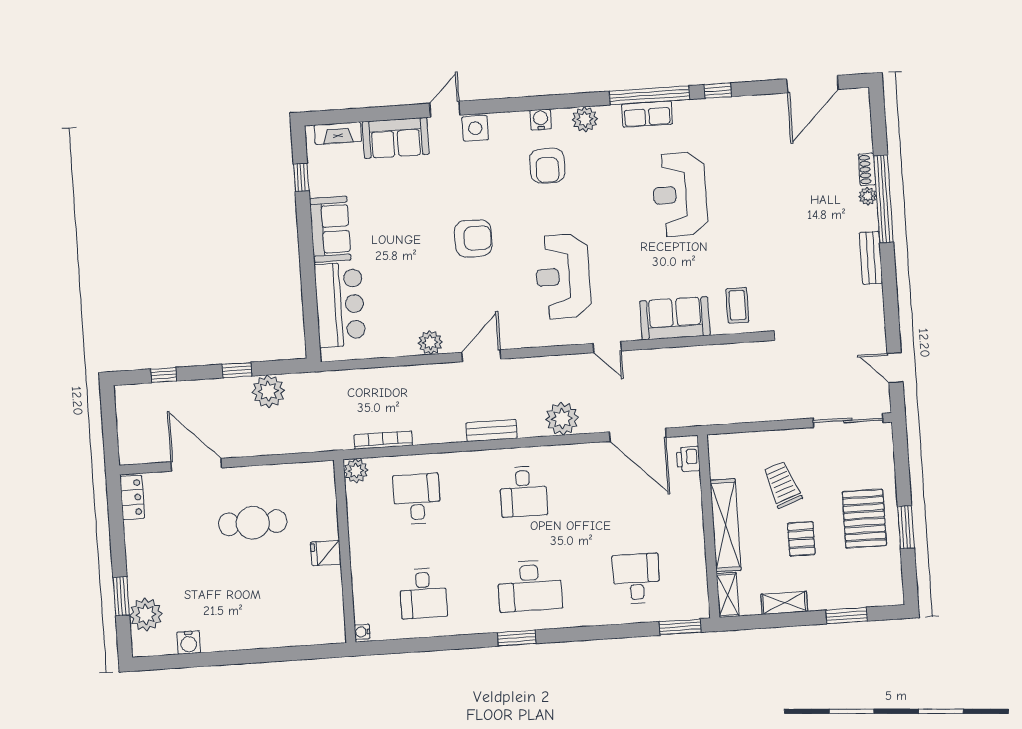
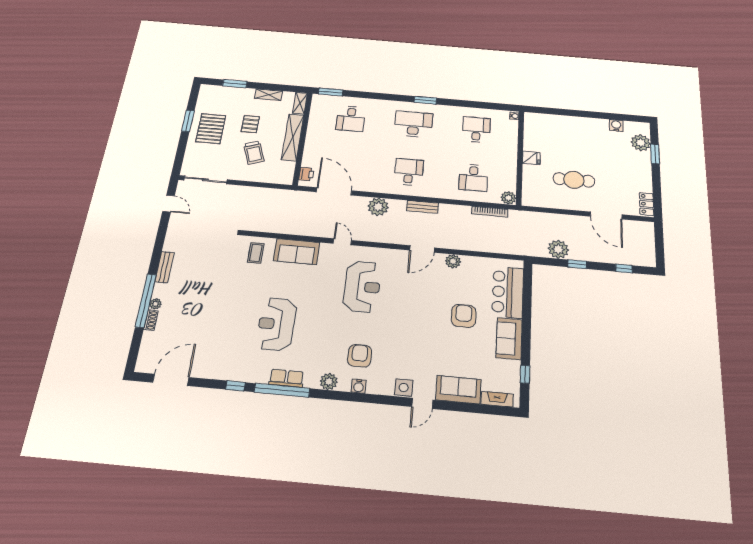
reception desk: (680, 194) -> (276, 324), turned 180
armchair: (473, 238) -> (464, 316), moved, turned 90

